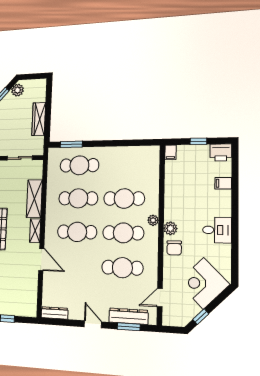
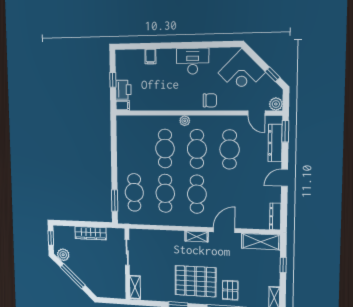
window: (34, 76) -> (51, 238), added
printer: (221, 152) -> (123, 90), moved
shelving: (34, 199) -> (261, 242), moved
plant: (170, 228) -> (276, 104), moved
desk: (217, 230) -> (193, 61), width x1.37
window: (129, 327) -> (285, 131), moved

